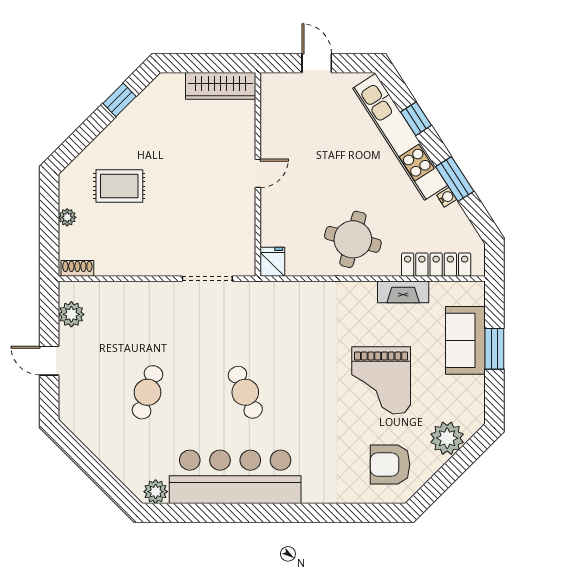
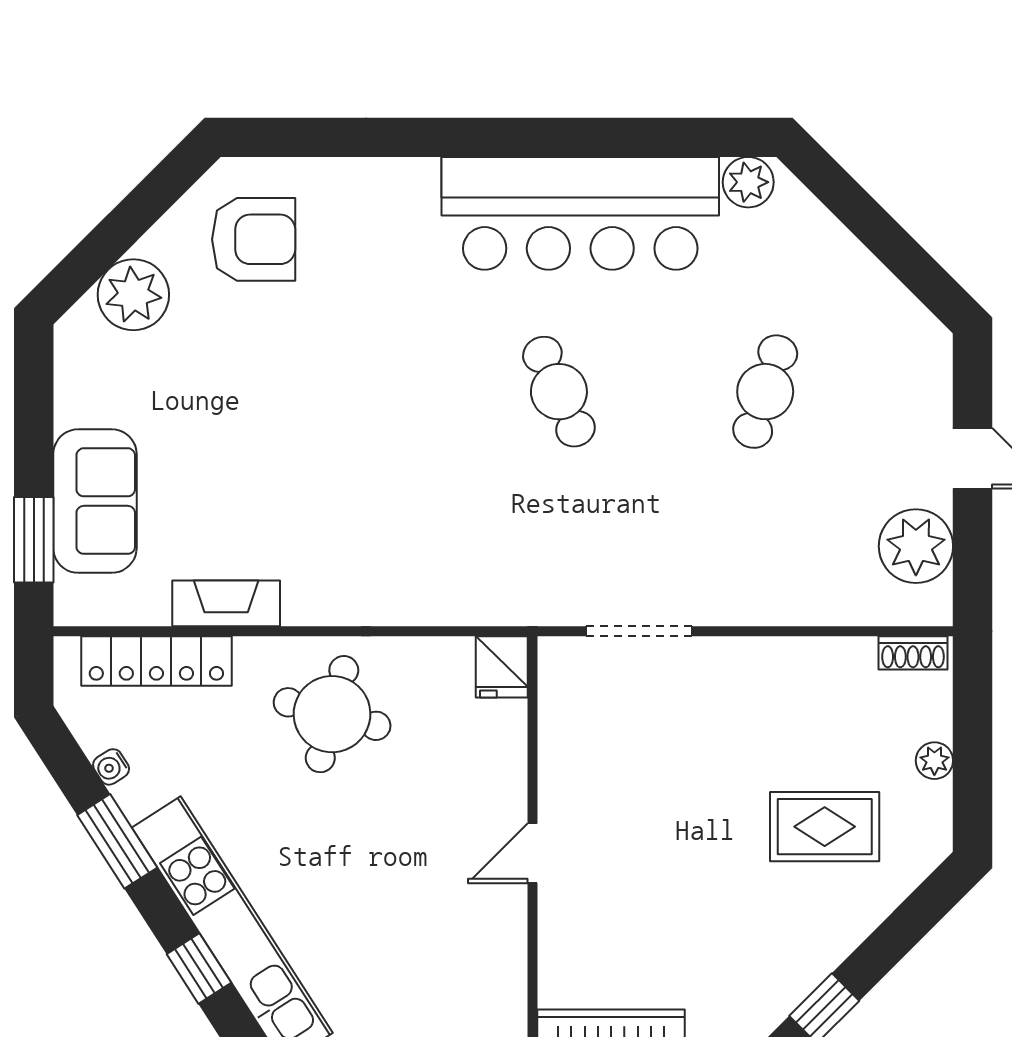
water cooler: (447, 197) -> (111, 767), moved
plant: (71, 314) -> (916, 546), width x1.36, depth x1.36
window: (494, 349) -> (34, 540), moved
grand piano: (381, 380) -> (273, 417), removed

